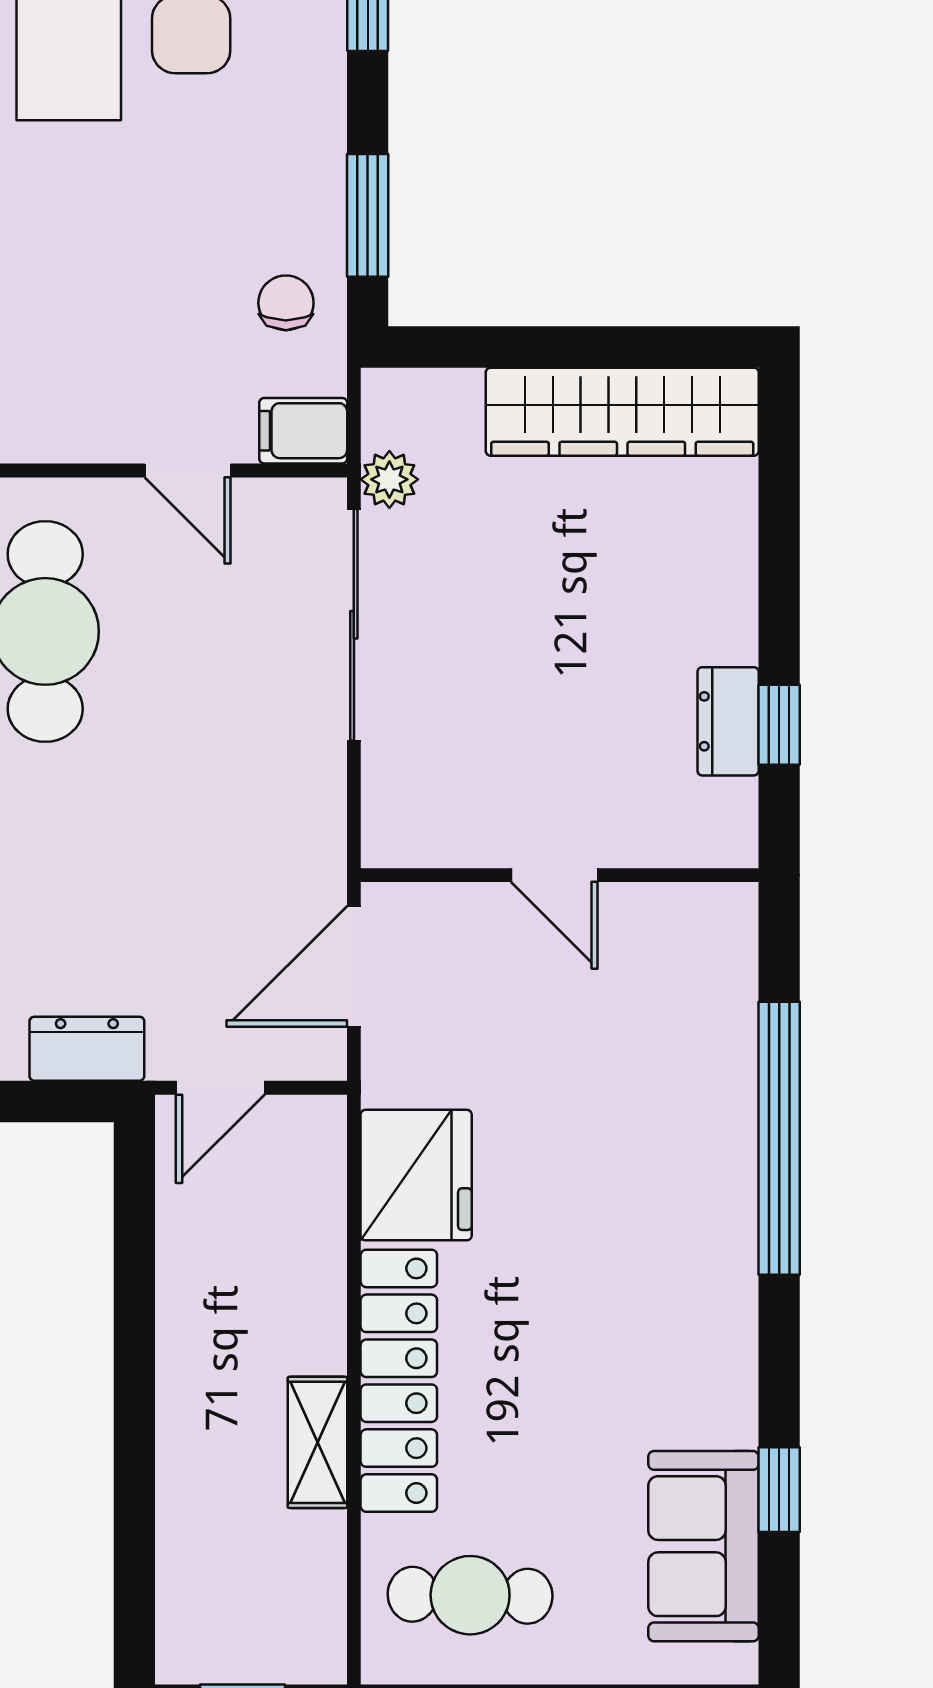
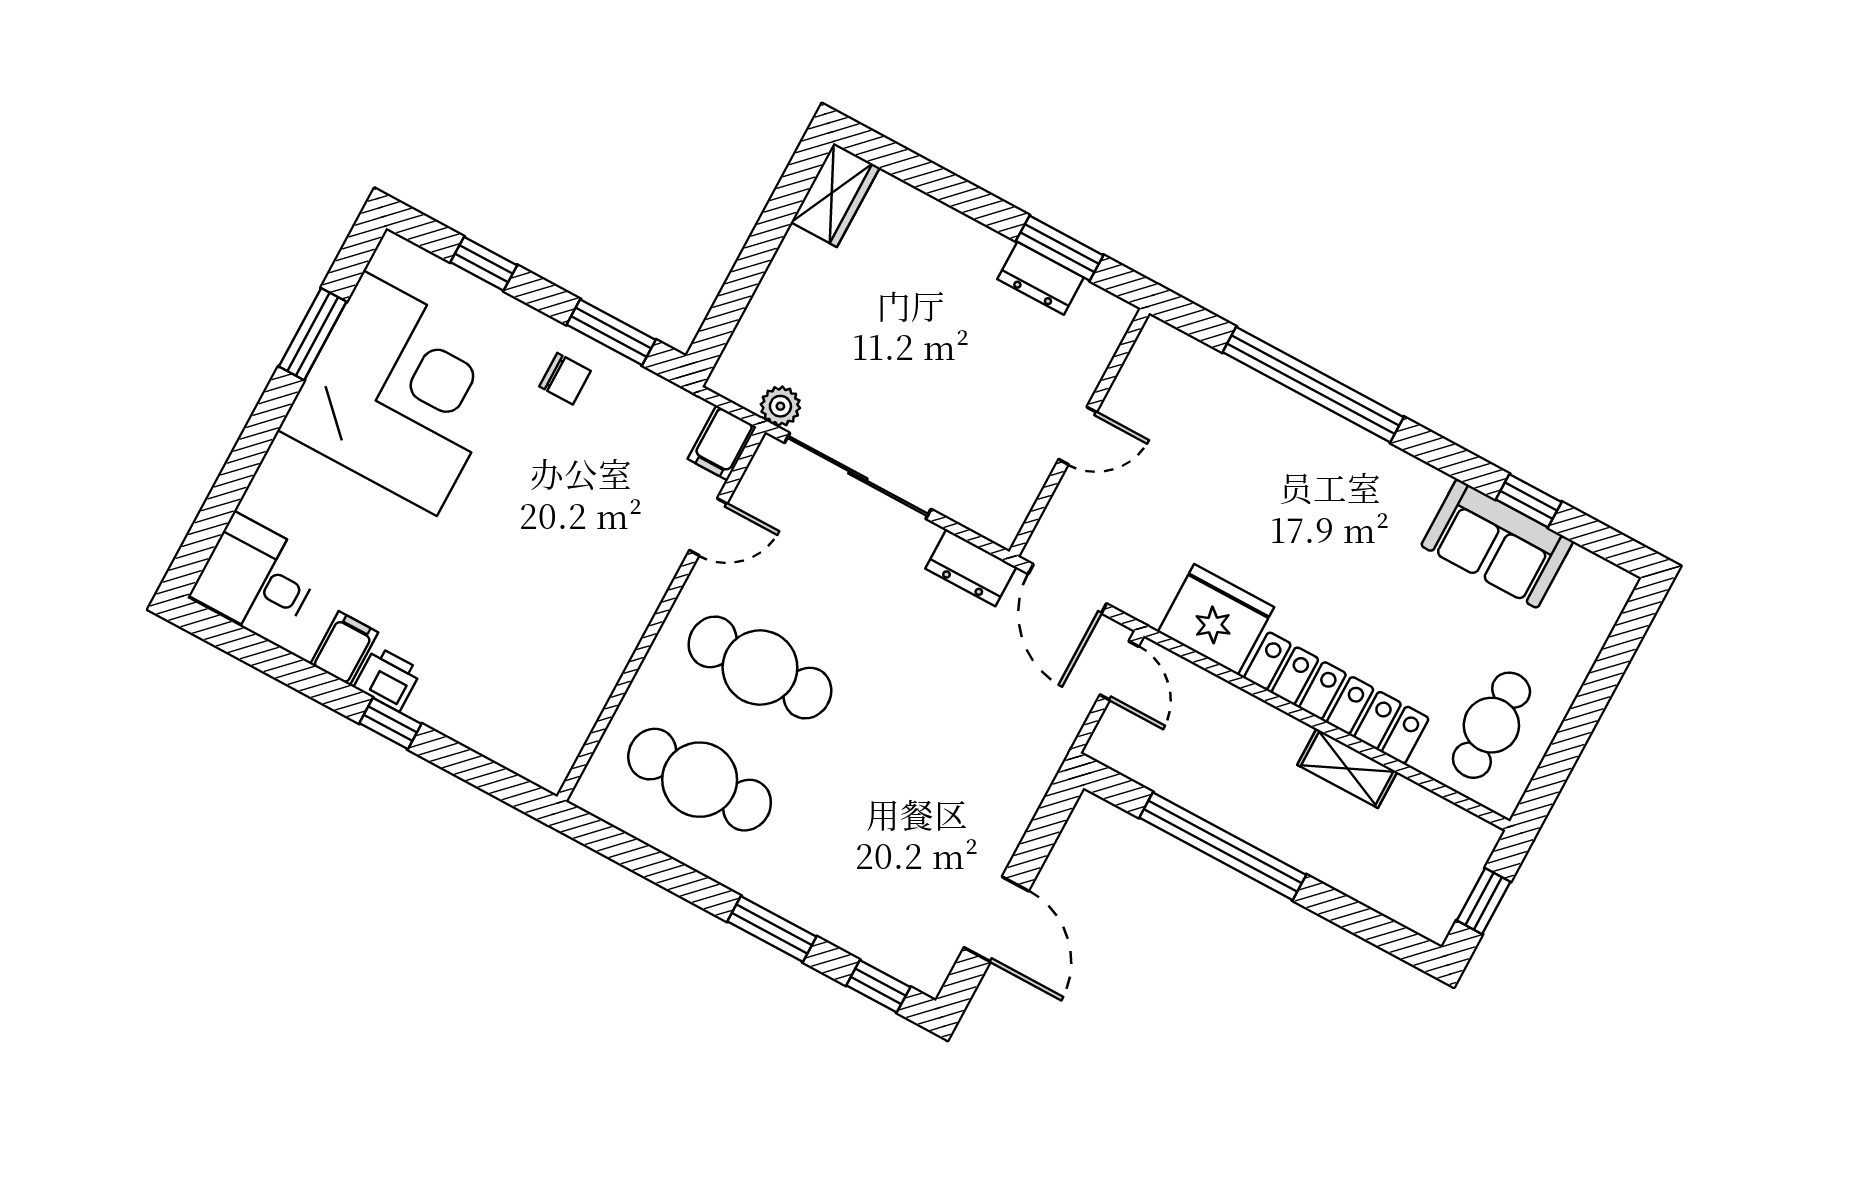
chair: (286, 303) -> (565, 379), moved, turned 180
wardrobe: (622, 412) -> (835, 195), width x0.48, depth x0.85
window: (779, 725) -> (1060, 248), width x1.50
dresser: (87, 1049) -> (971, 568), moved, turned -90
door: (220, 1088) -> (1119, 671), moved
window: (134, 1338) -> (1223, 846), added
sofa: (704, 1546) -> (1497, 544), moved

